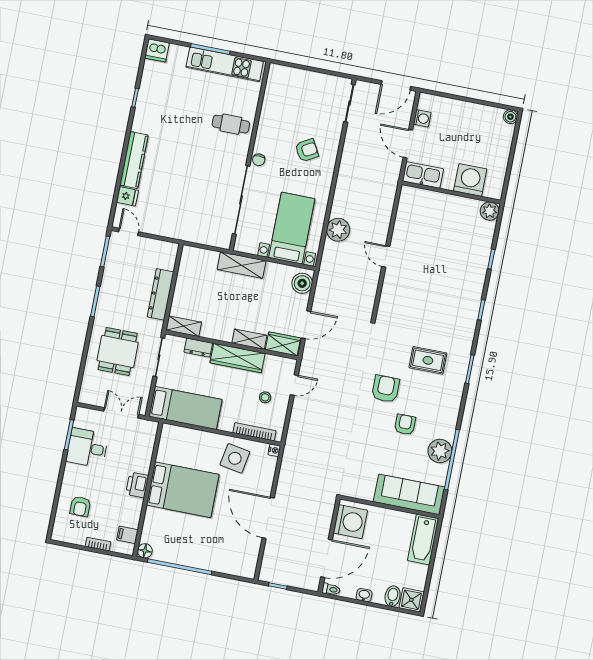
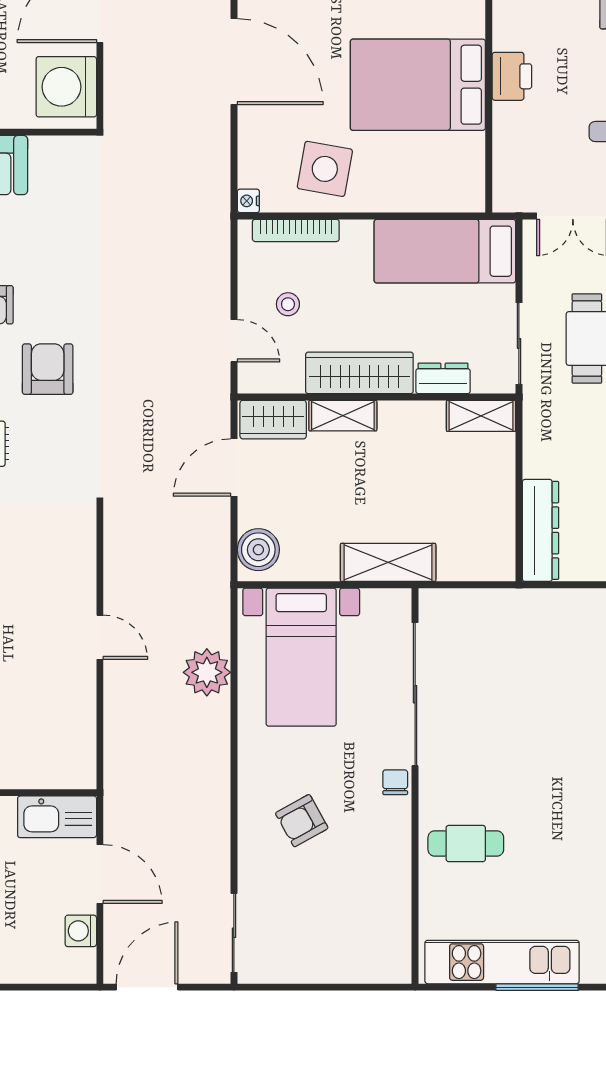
dresser: (160, 294) -> (541, 530), moved
door: (294, 385) -> (234, 341), swing flipped
armchair: (386, 389) -> (48, 369), turned 180

